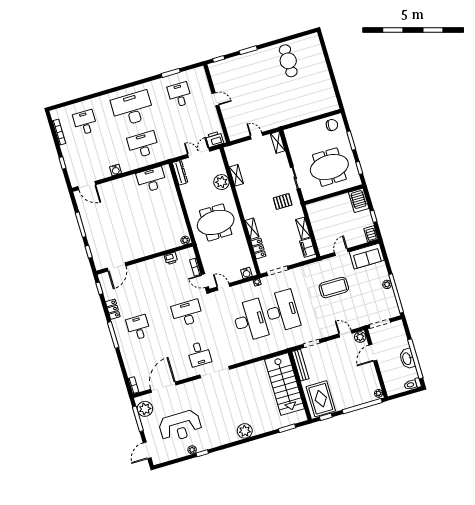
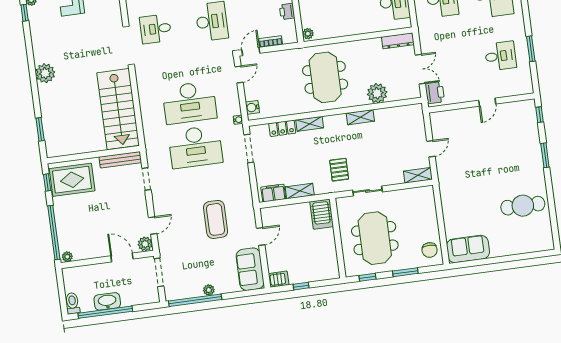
sofa: (327, 97) -> (468, 249), added
shelving: (236, 175) -> (360, 117), moved
server rack: (359, 200) -> (322, 214), moved, turned -90
door: (341, 252) -> (261, 236), hinge flipped
stairs: (285, 384) -> (118, 109), moved, turned -90

